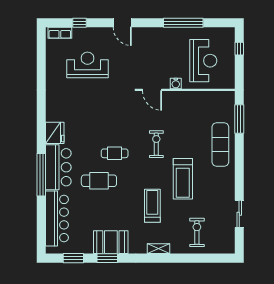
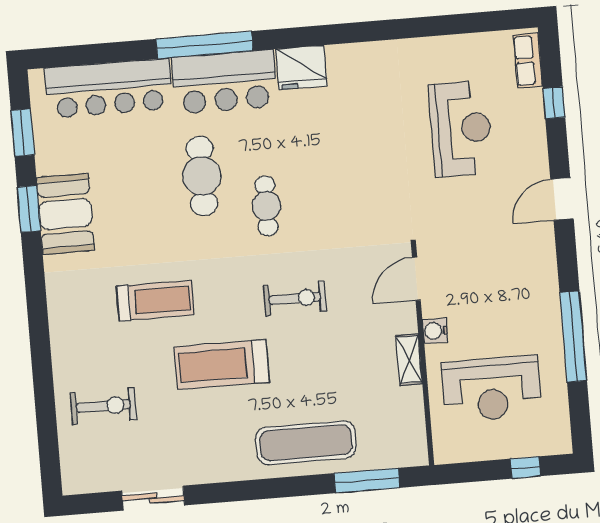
shelving: (158, 249) -> (409, 360), moved

